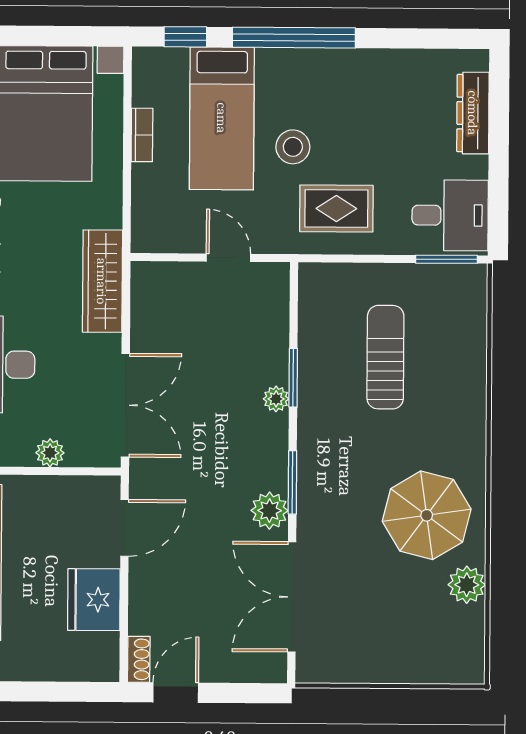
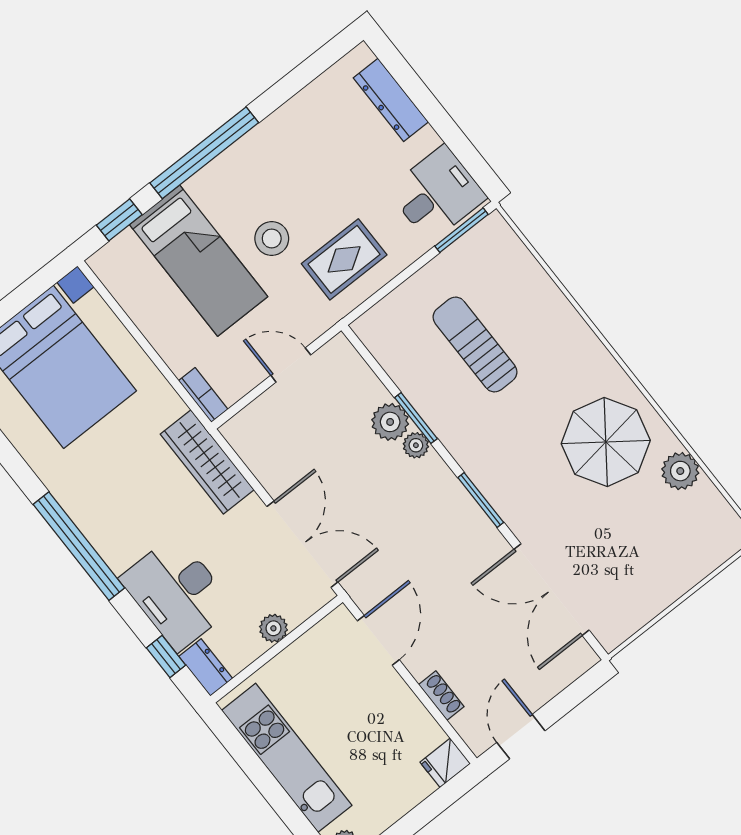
bookcase: (142, 135) -> (203, 395), moved
plant: (270, 511) -> (390, 422), moved
fridge: (94, 600) -> (445, 763), moved, width x0.53, depth x0.75
shoe rack: (139, 659) -> (441, 696), moved

